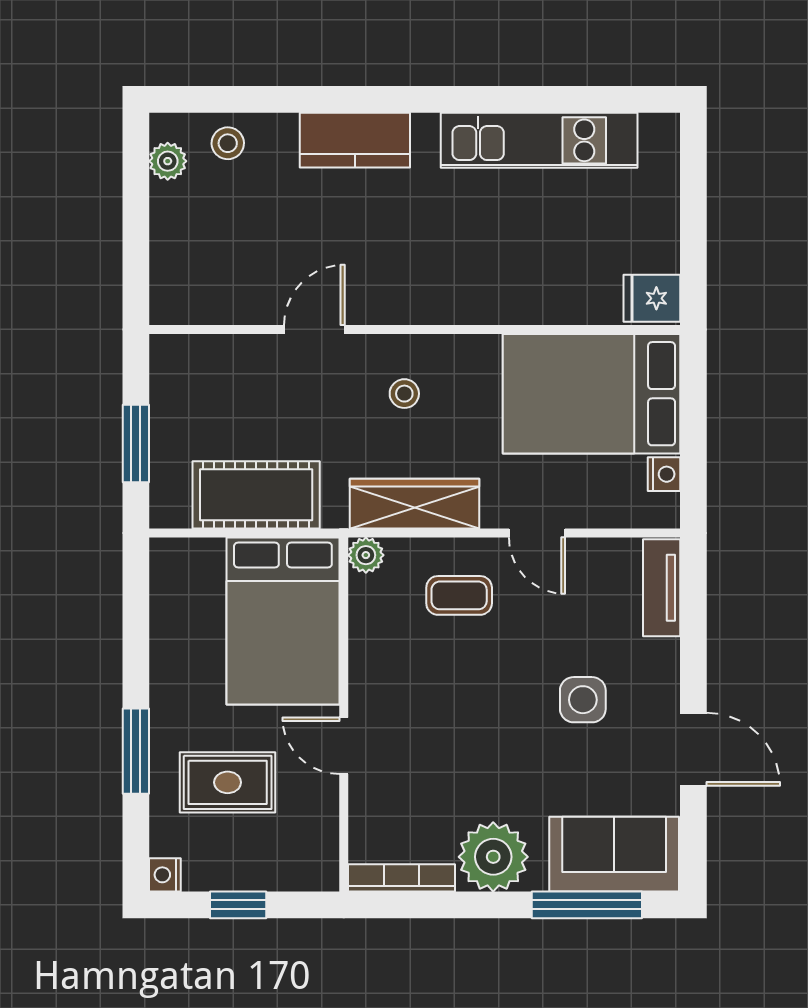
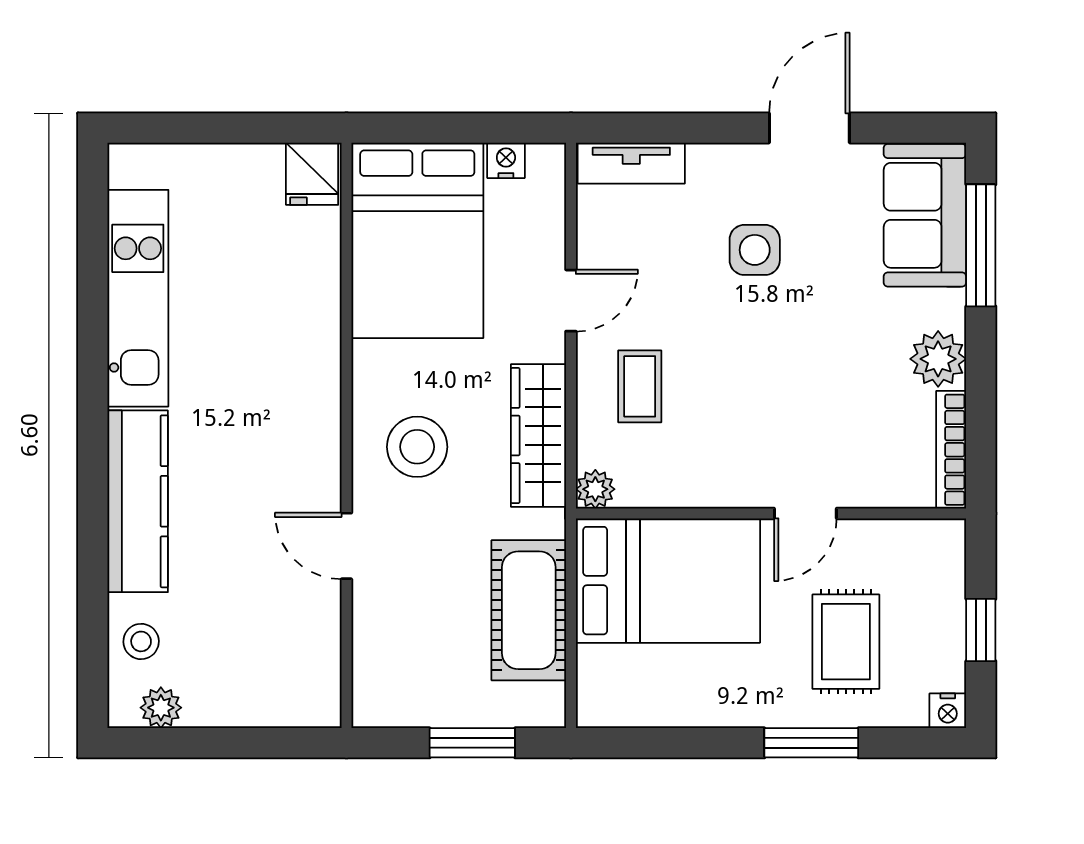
kitchen counter: (355, 140) -> (138, 501), width x1.50
stool: (404, 394) -> (417, 447), width x1.89, depth x1.89
plant: (493, 857) -> (938, 359), width x0.73, depth x0.73

